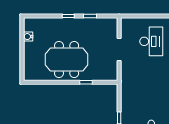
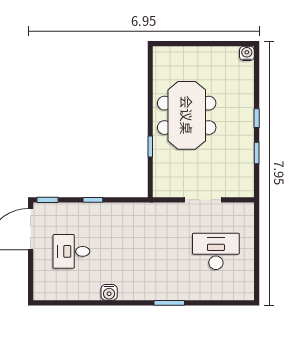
water cooler: (28, 37) -> (247, 53), moved
desk: (151, 41) -> (216, 251), turned 180

